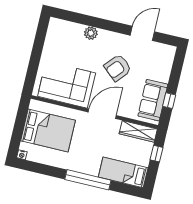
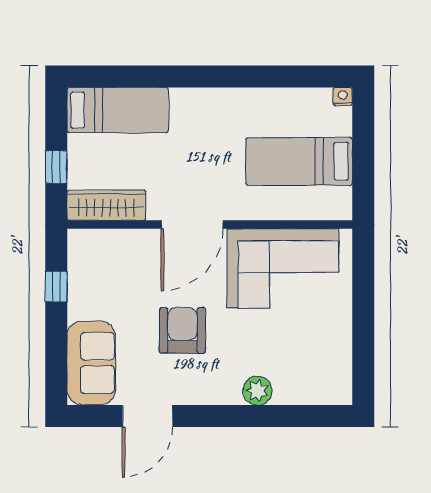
armchair: (118, 68) -> (182, 330), turned -41
sofa: (153, 100) -> (91, 363), moved
bed: (48, 130) -> (299, 161), width x0.67
window: (88, 180) -> (189, 76), removed

